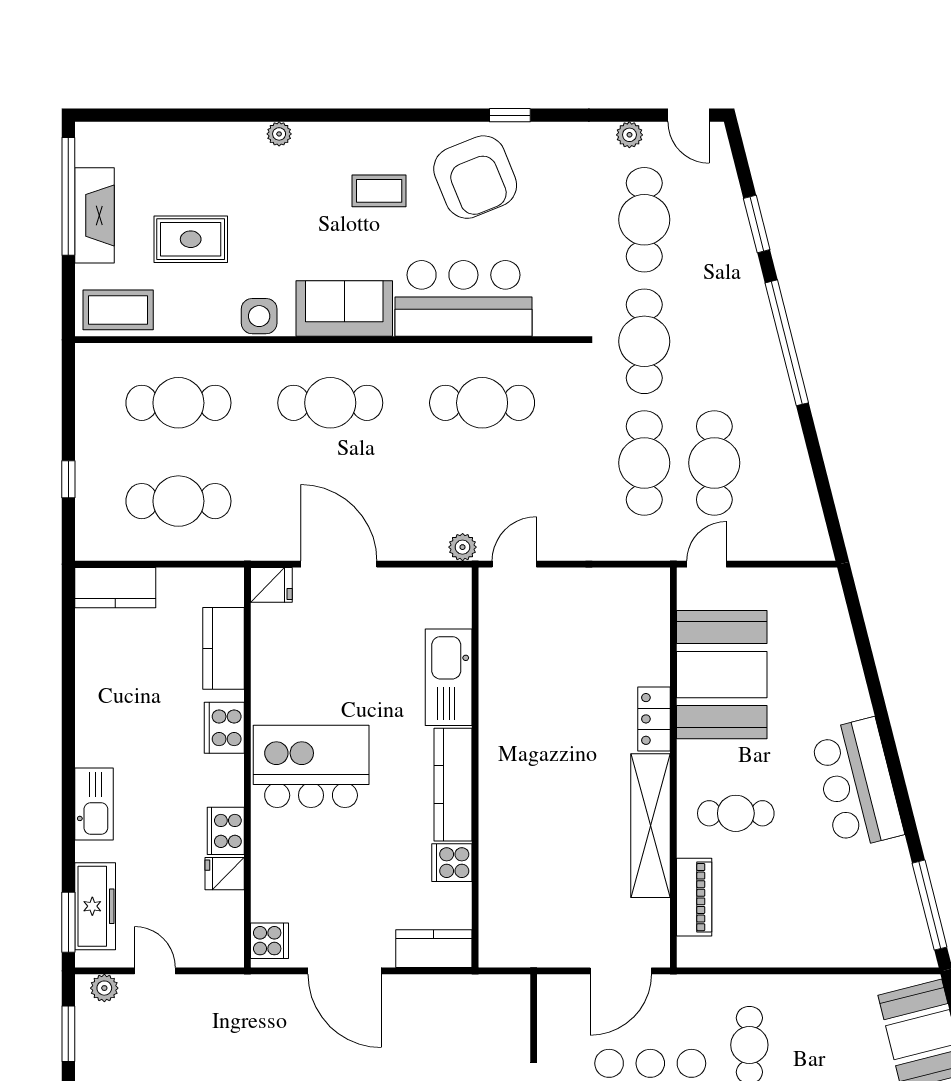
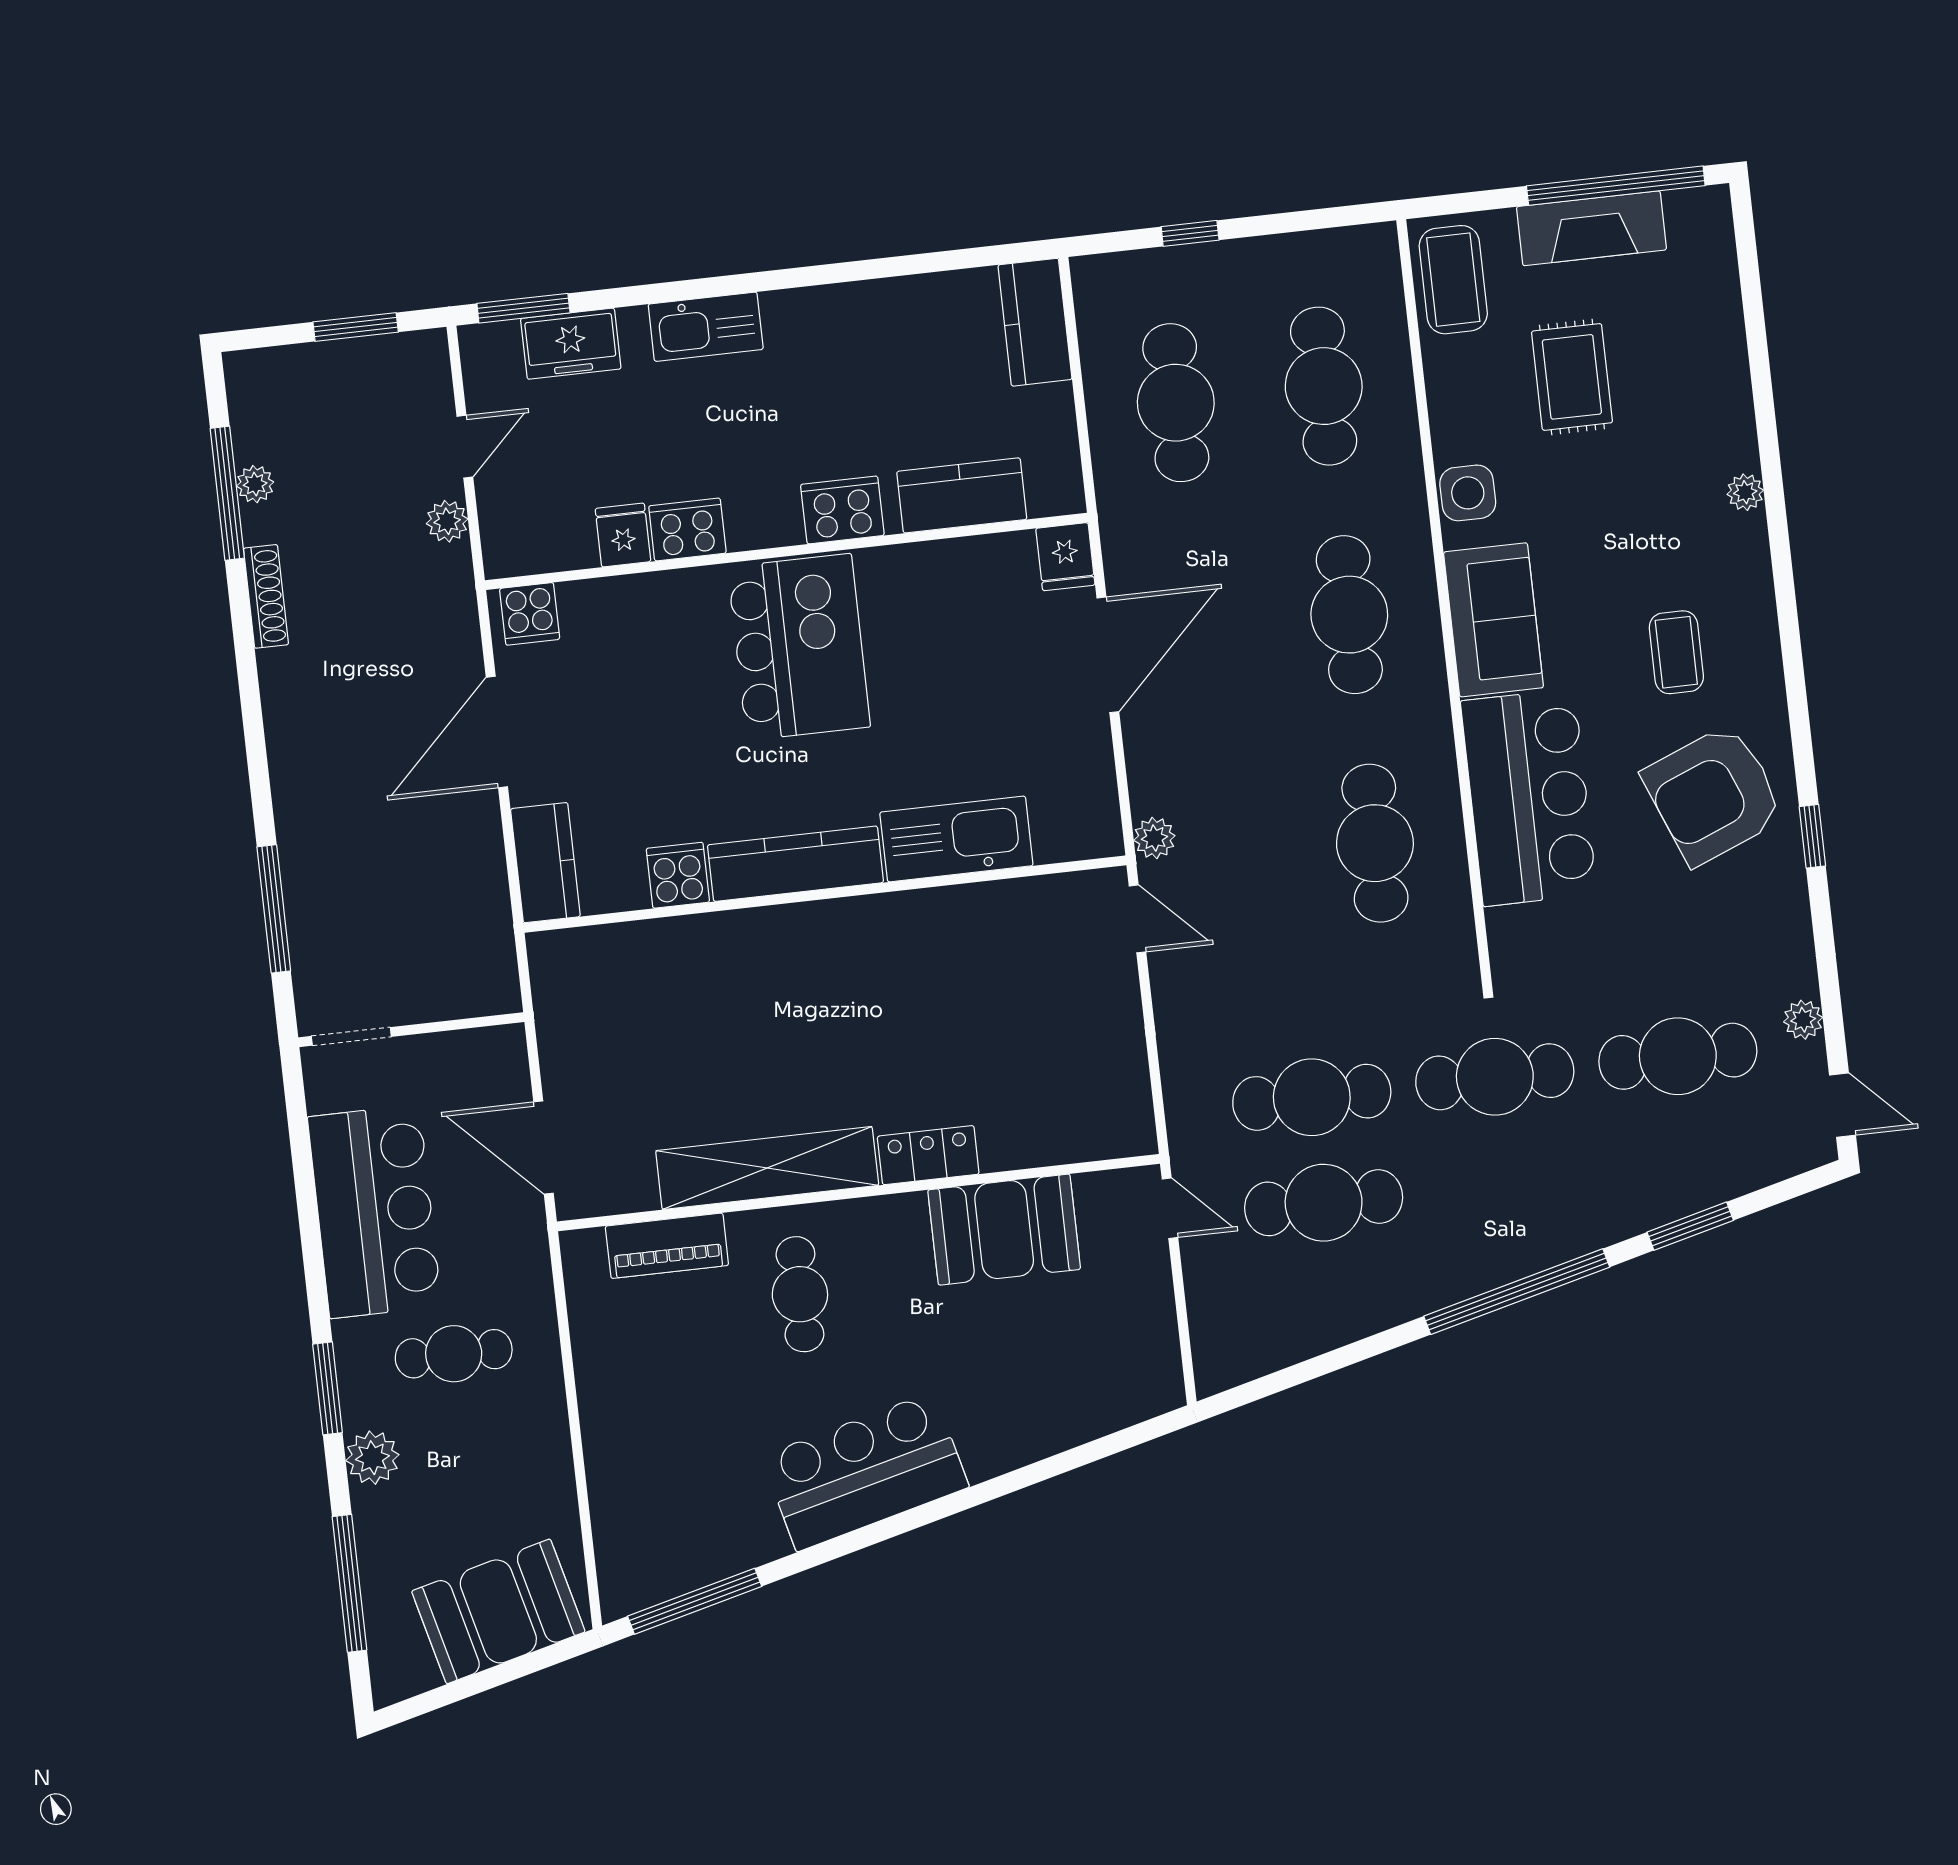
door: (688, 115) -> (1843, 1105), swing flipped
booth: (722, 675) -> (1004, 1230), width x0.73, depth x0.70
freezer: (95, 906) -> (571, 344), width x0.71
plant: (104, 988) -> (447, 521), moved

